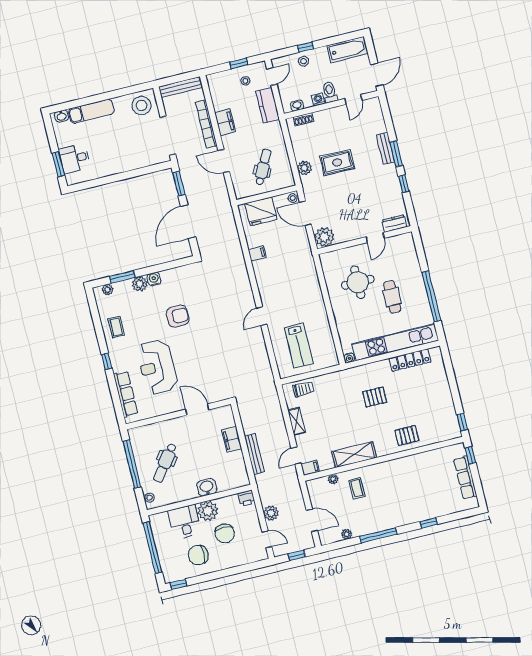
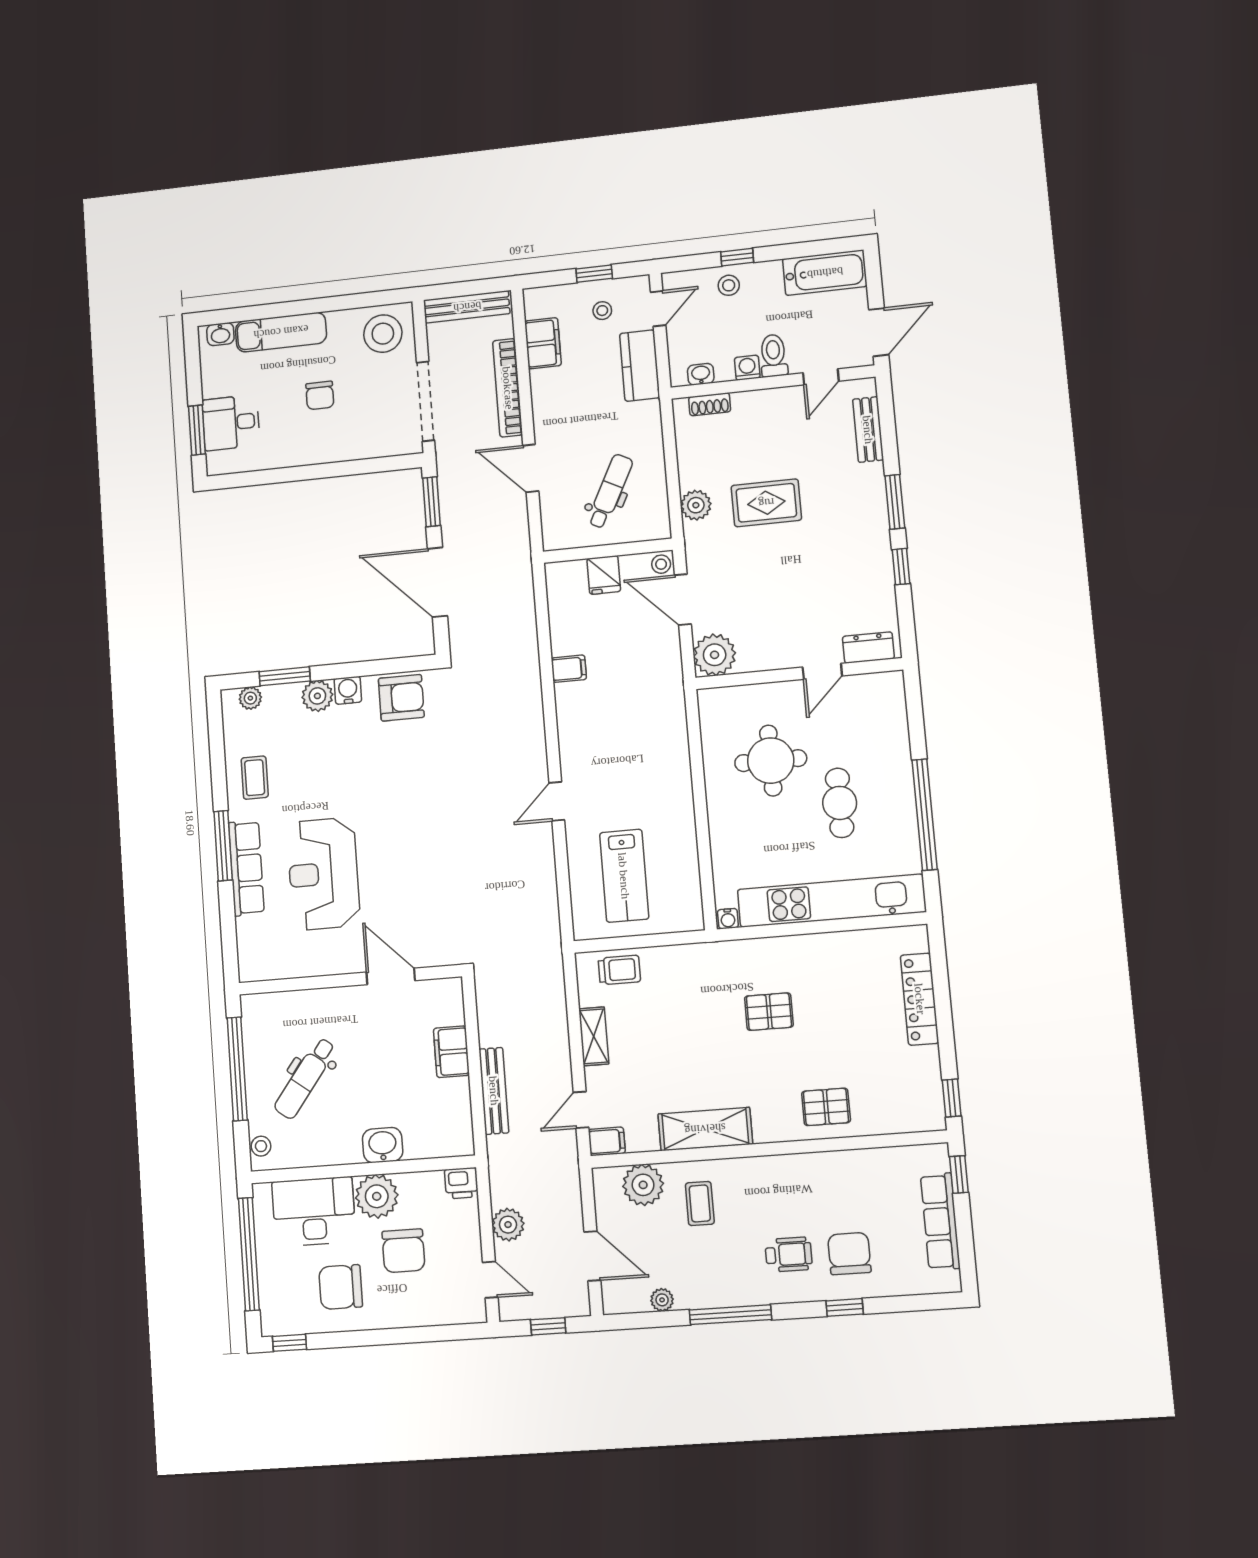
filing cabinet: (225, 122) -> (543, 343), moved
chair: (116, 140) -> (320, 395), added
bench: (386, 148) -> (868, 430), moved
fridge: (261, 211) -> (604, 575), width x0.53, depth x0.75
door: (188, 222) -> (437, 582), hinge flipped
armchair: (178, 316) -> (401, 698), moved
locker: (410, 360) -> (920, 999), moved, turned 90
window: (107, 361) -> (223, 846), width x2.17
row of seats: (126, 394) -> (246, 868), moved
plant: (333, 479) -> (643, 1185), width x1.87, depth x1.87
chair: (427, 499) -> (849, 1254), added
wheelchair: (400, 504) -> (789, 1254), added
desk: (185, 522) -> (314, 1212), width x1.37

